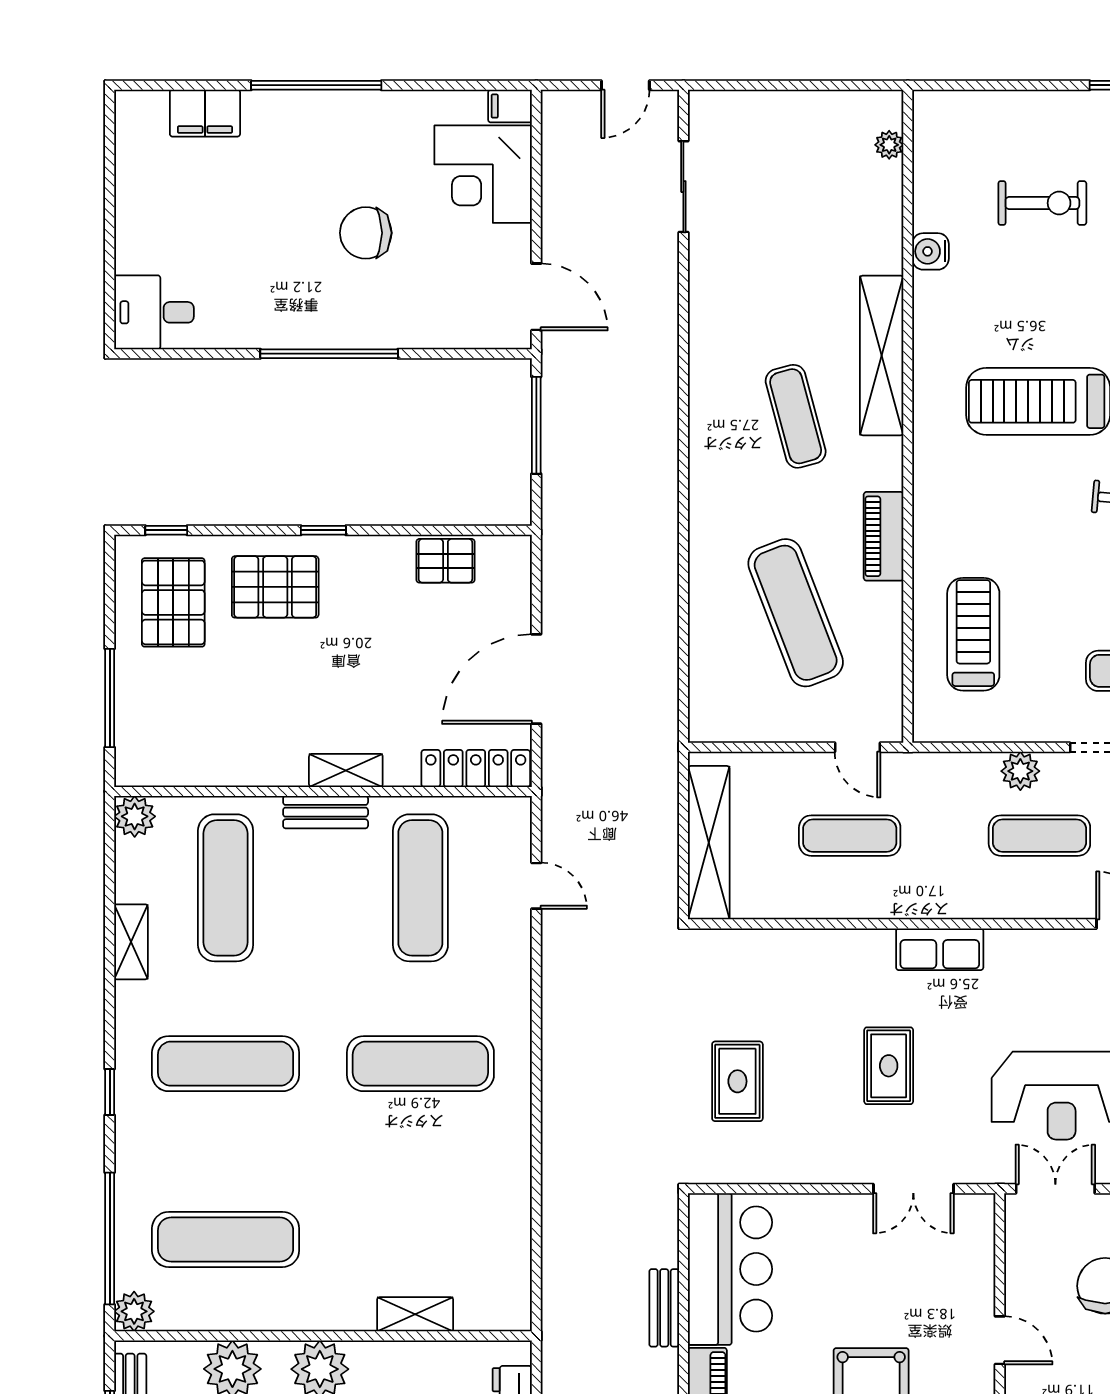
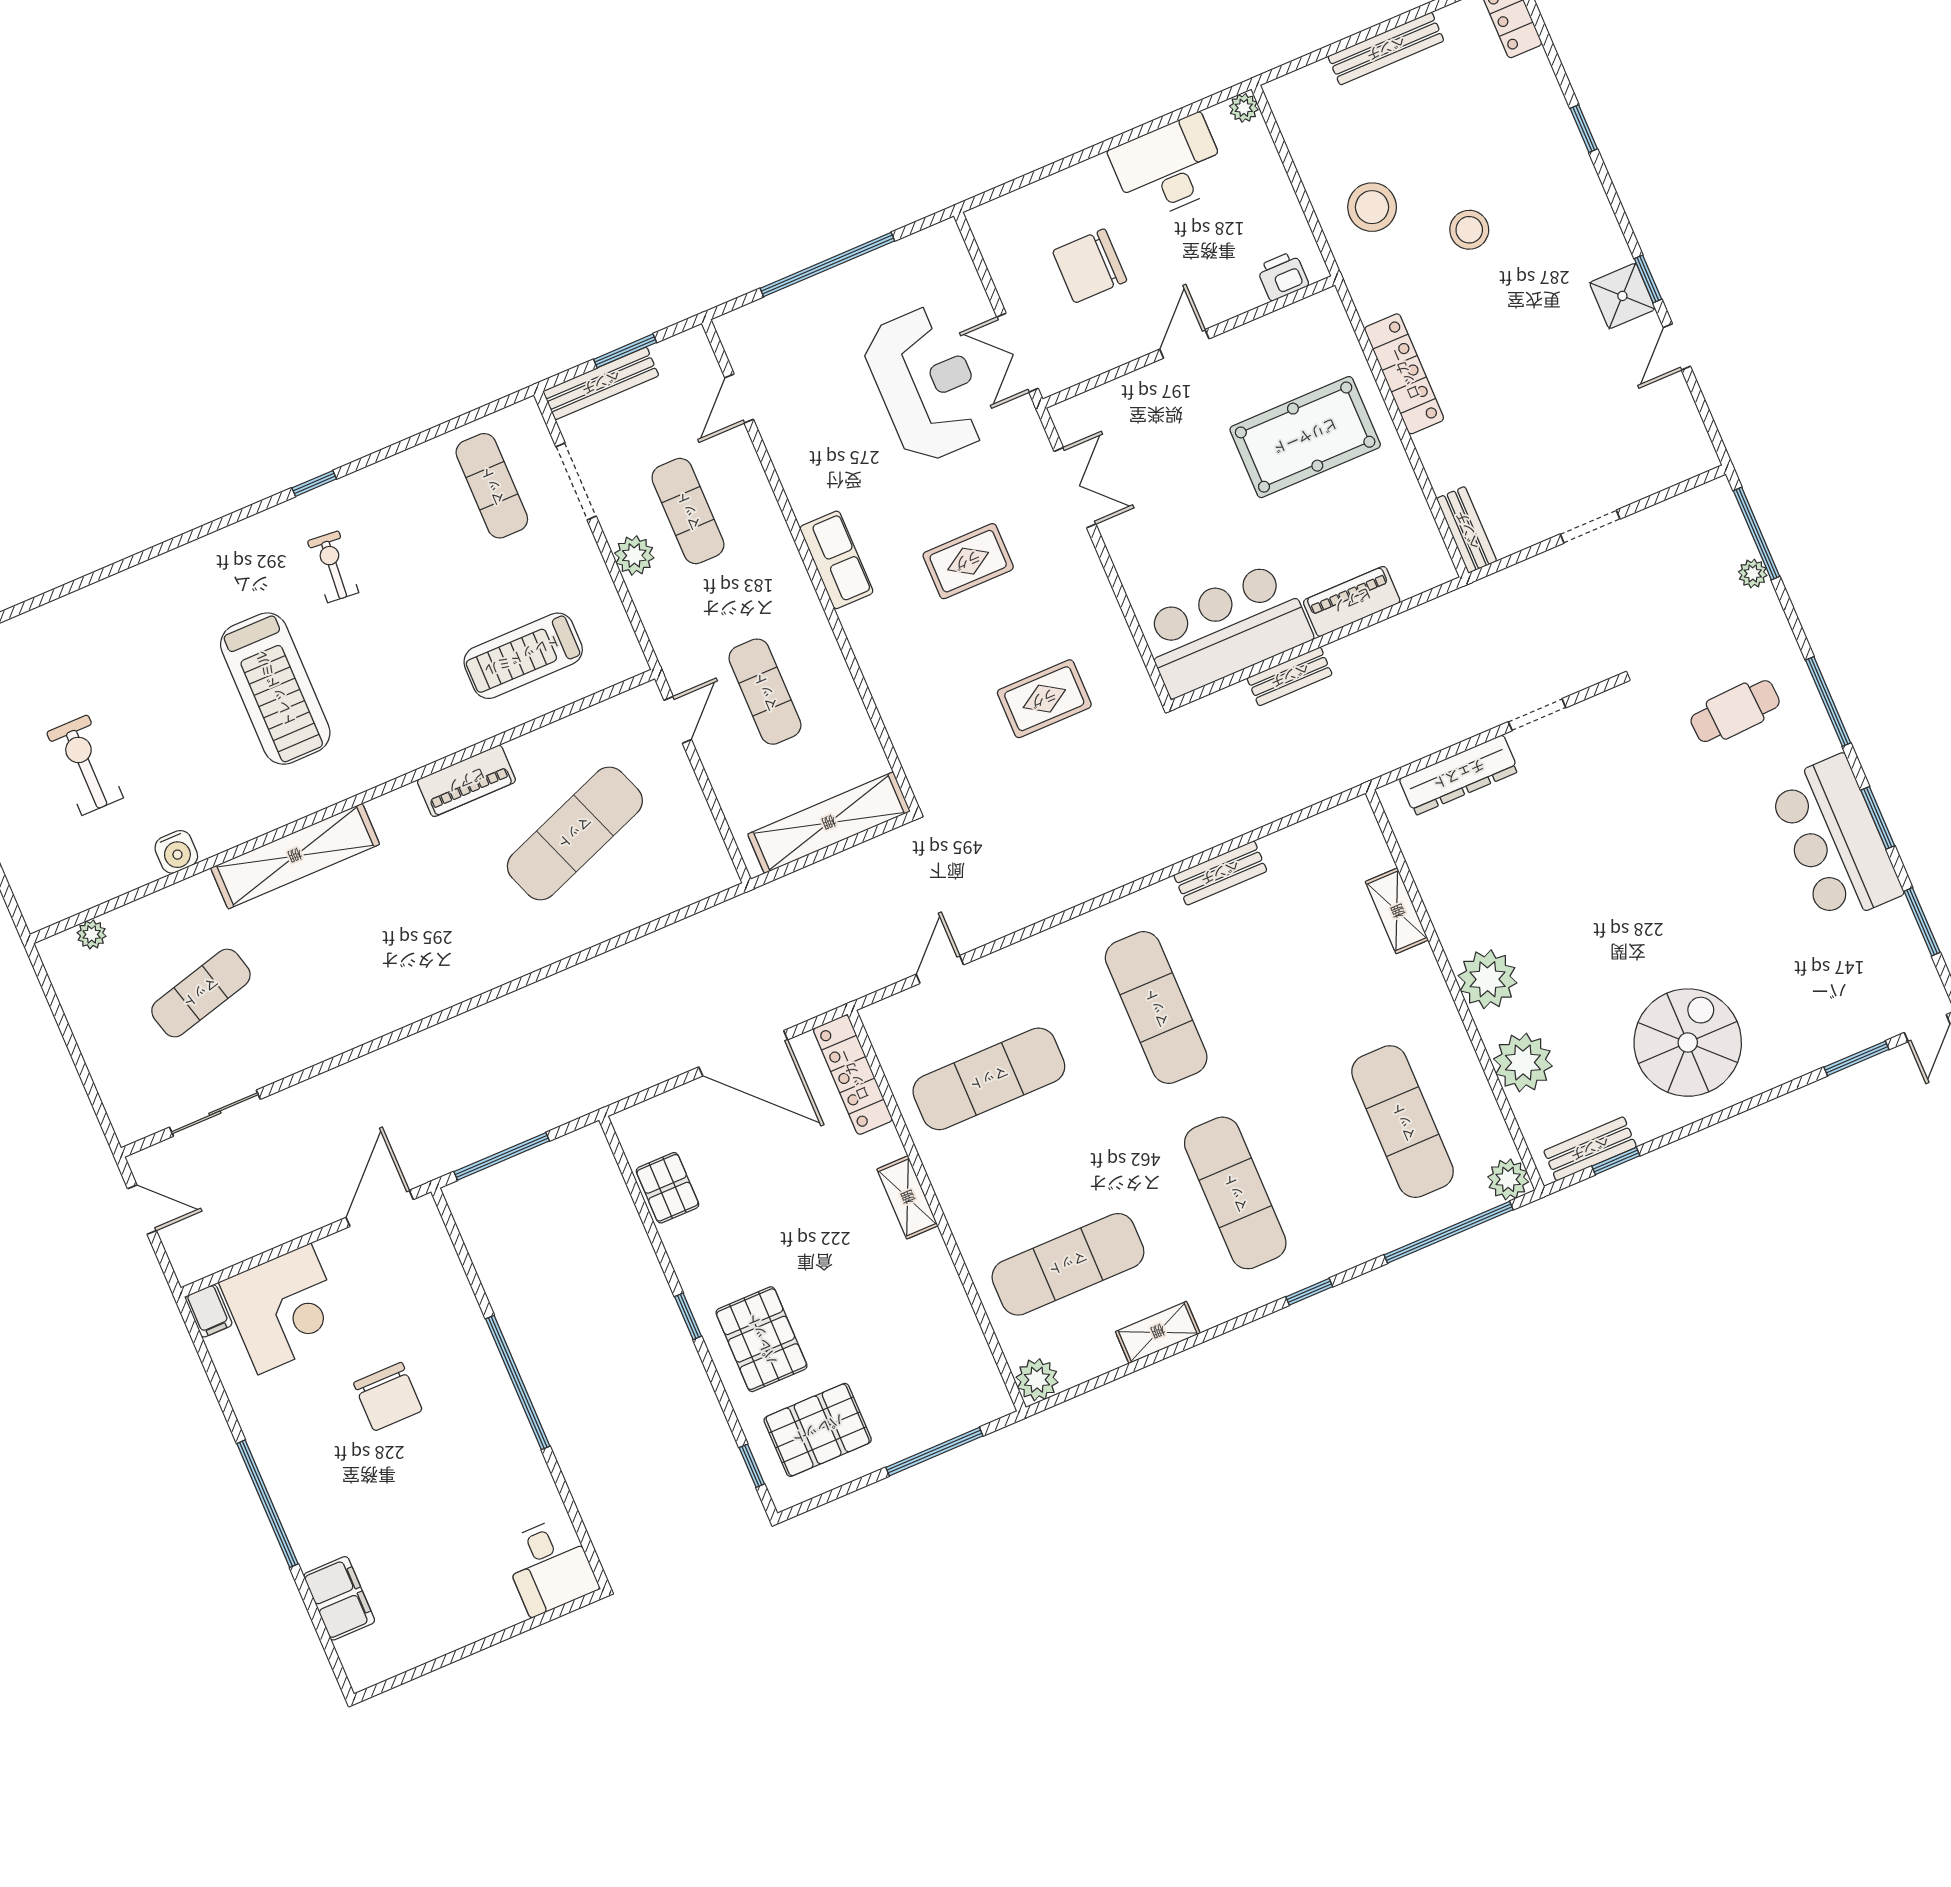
exercise mat: (796, 416) -> (201, 993), moved
bench: (326, 812) -> (1220, 873), moved, turned 90

